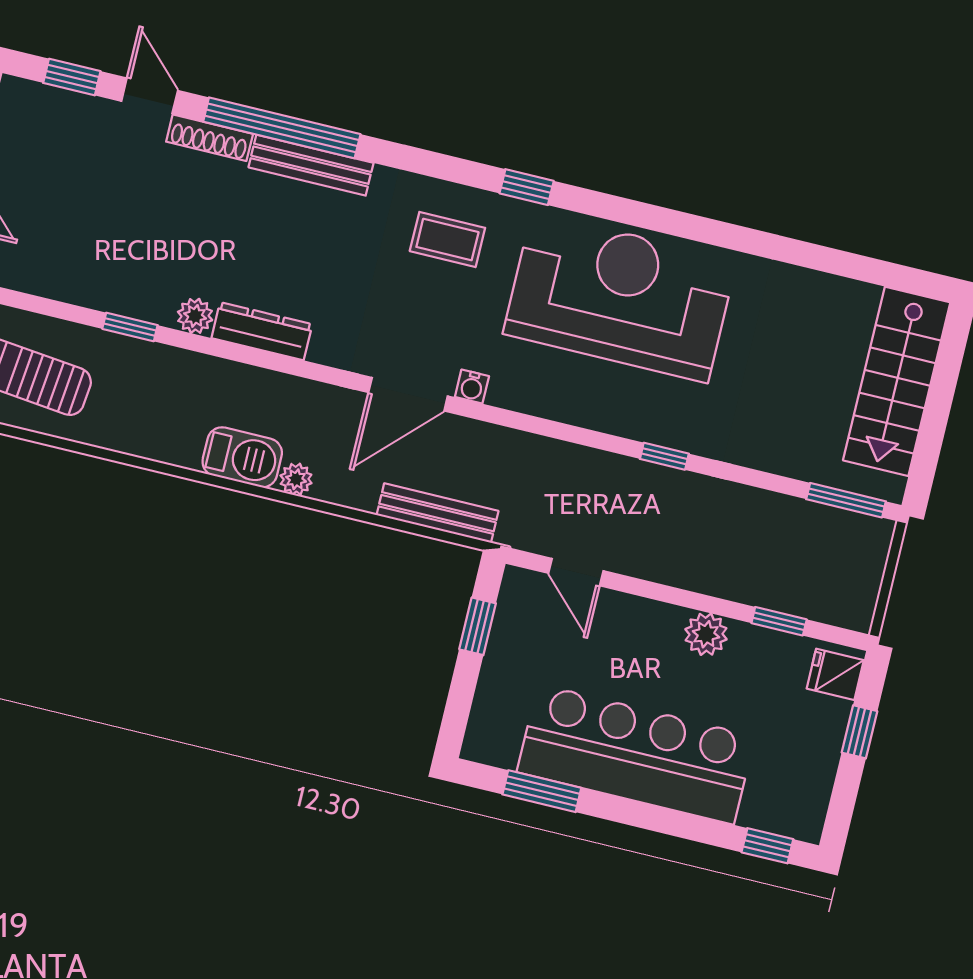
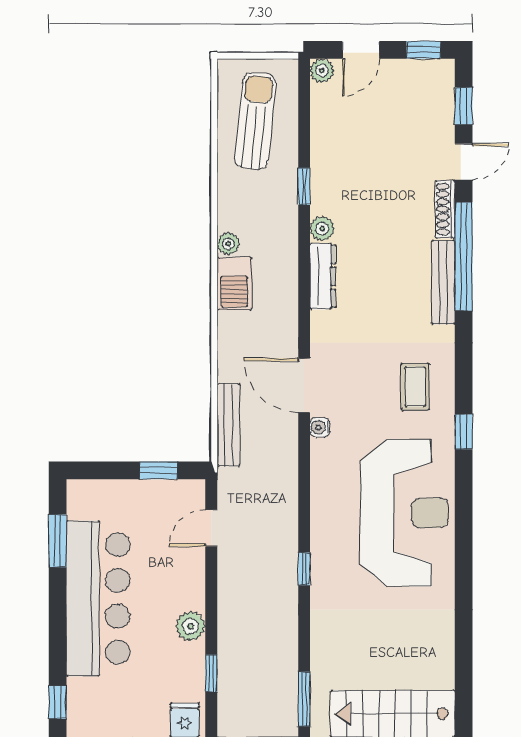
plant: (296, 479) -> (228, 244), moved

